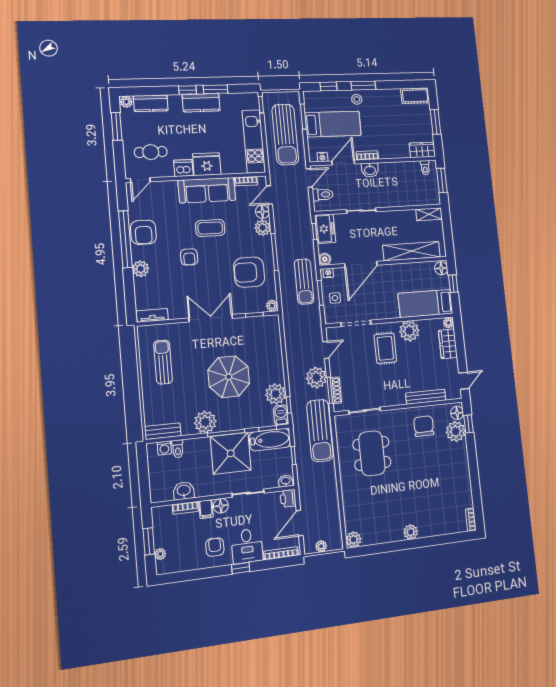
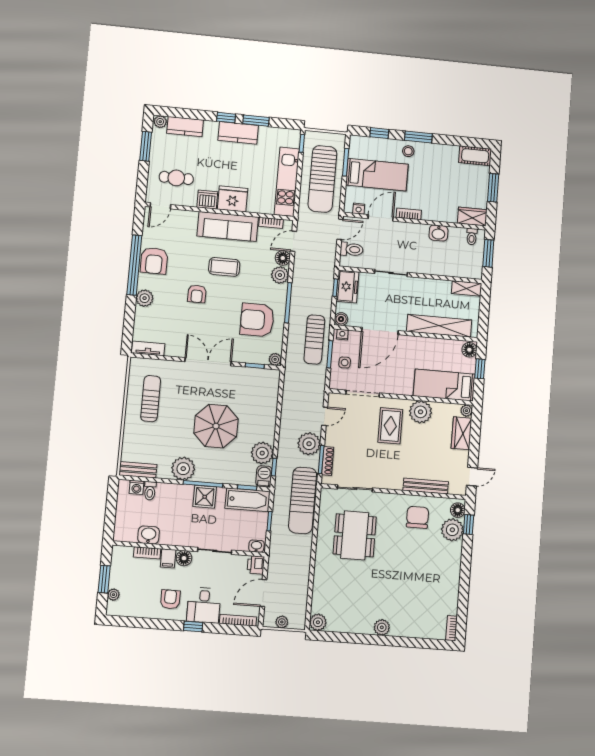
washbasin: (370, 170) -> (438, 233), moved
shower: (231, 453) -> (205, 497), width x0.54, depth x0.54

